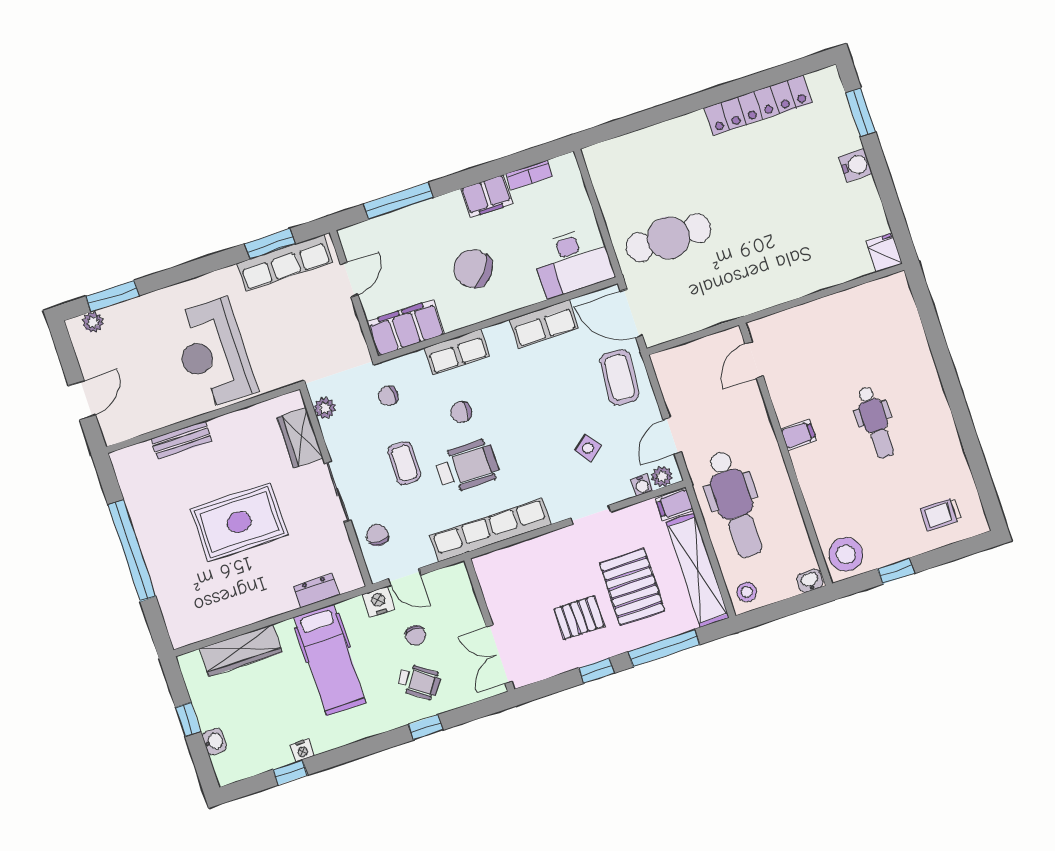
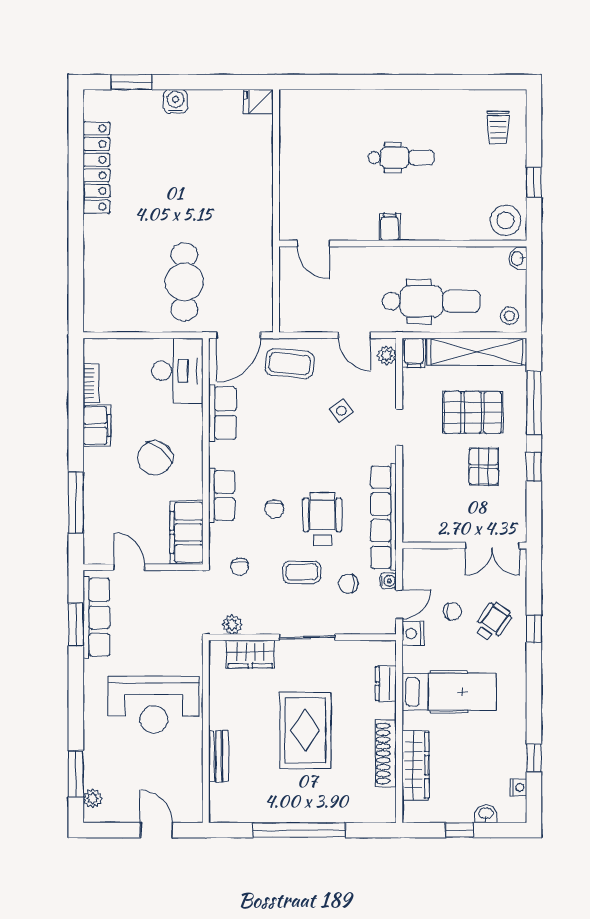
water cooler: (642, 485) -> (388, 581), moved
chair: (377, 535) -> (348, 584), moved
shoe rack: (243, 615) -> (386, 753), added
nightstand: (302, 750) -> (518, 787), moved

